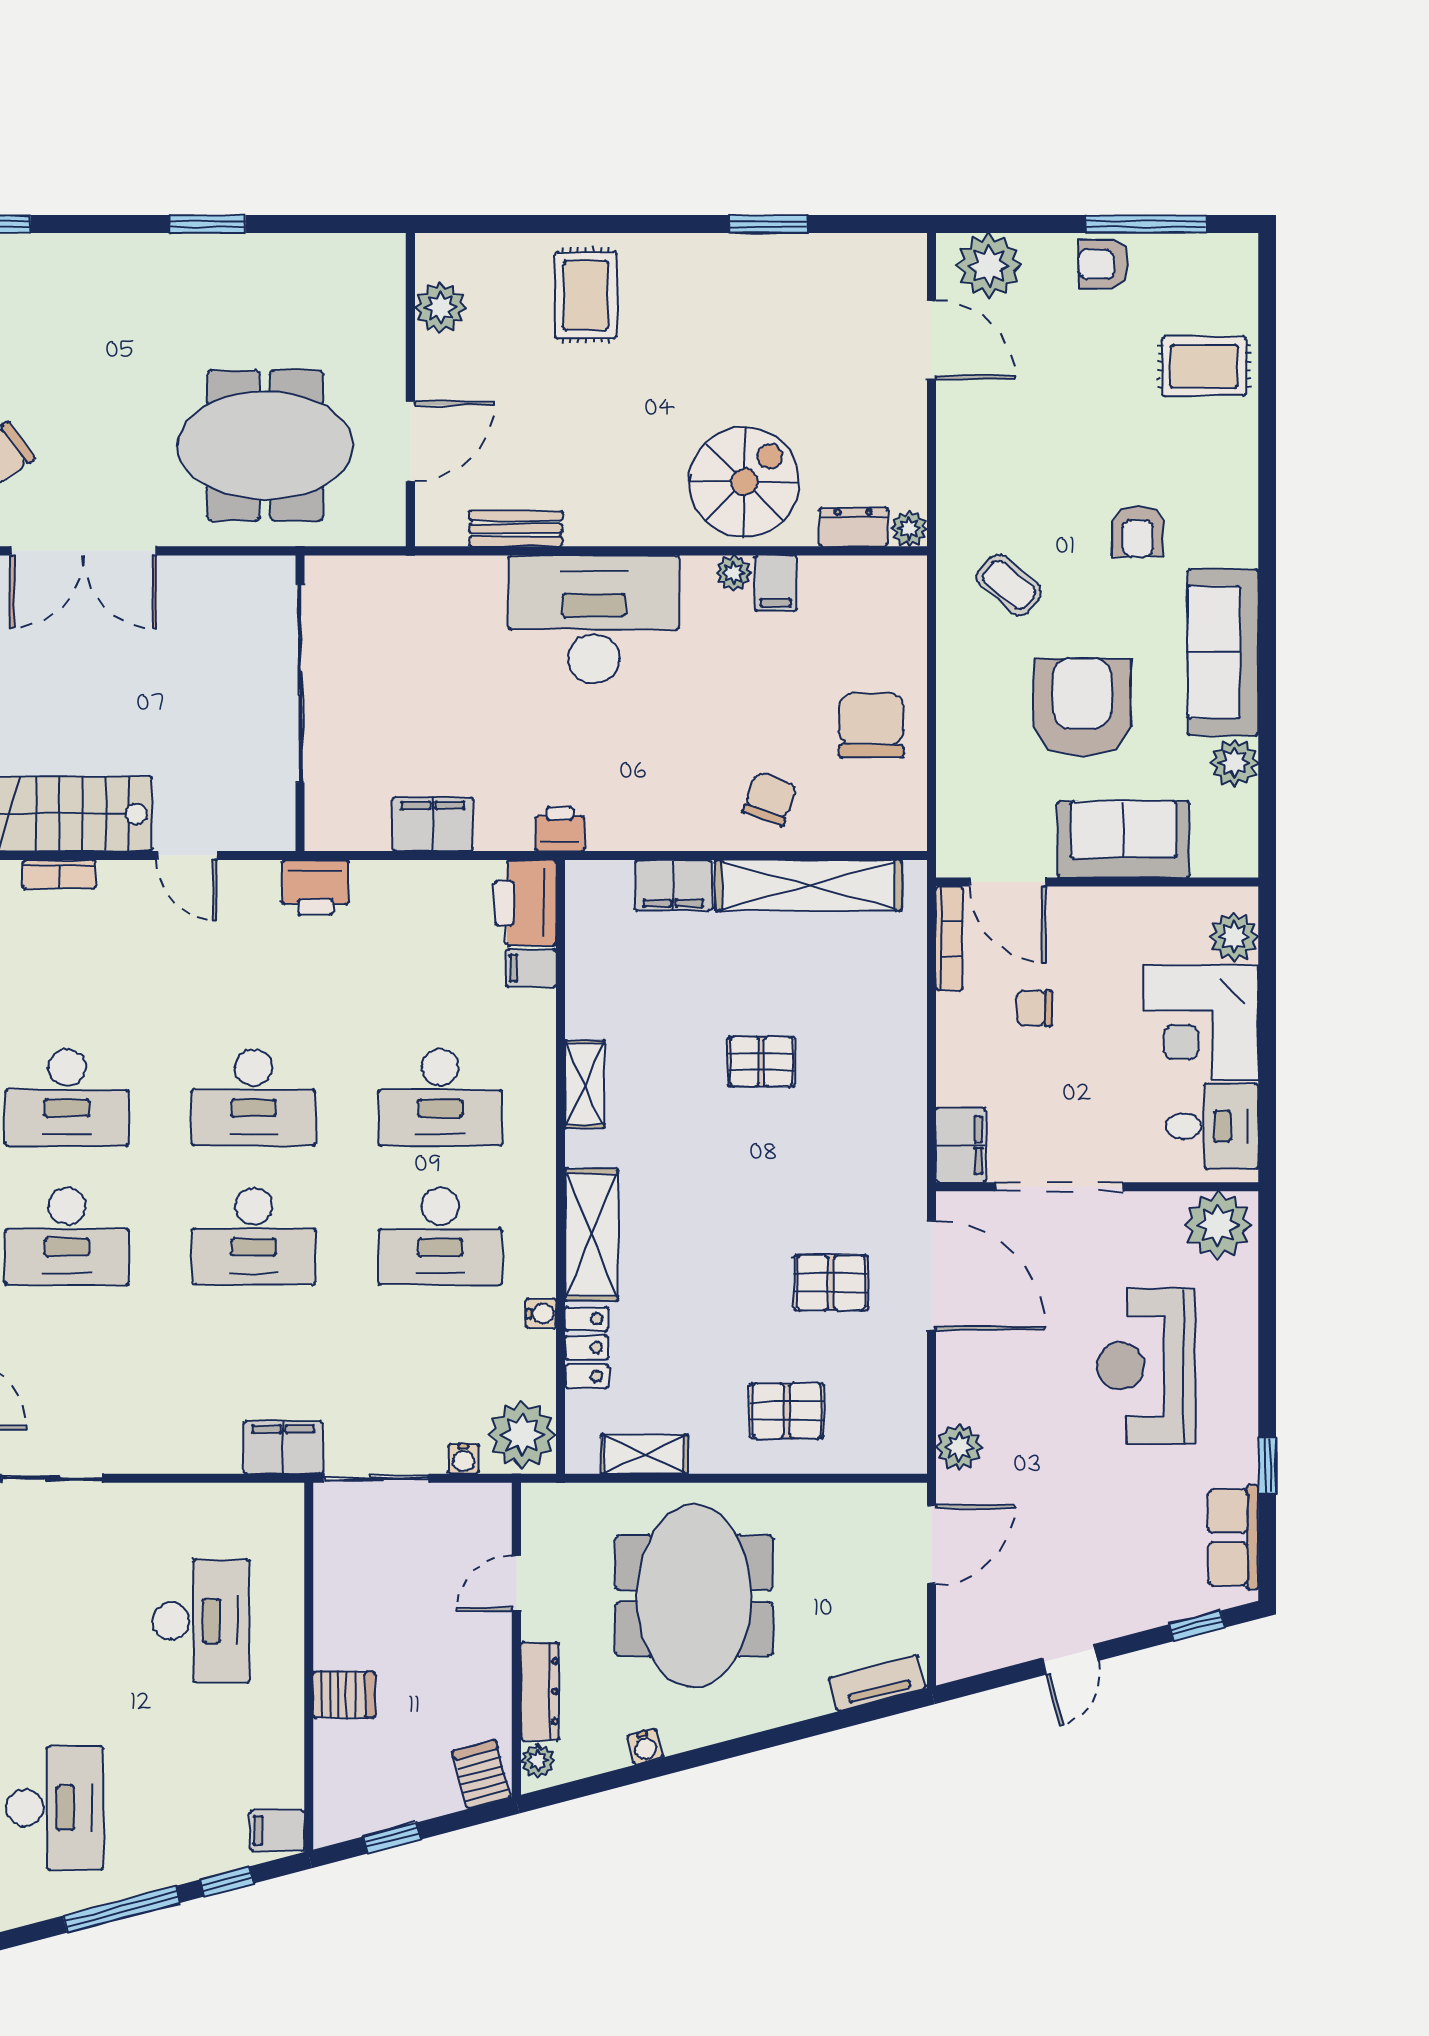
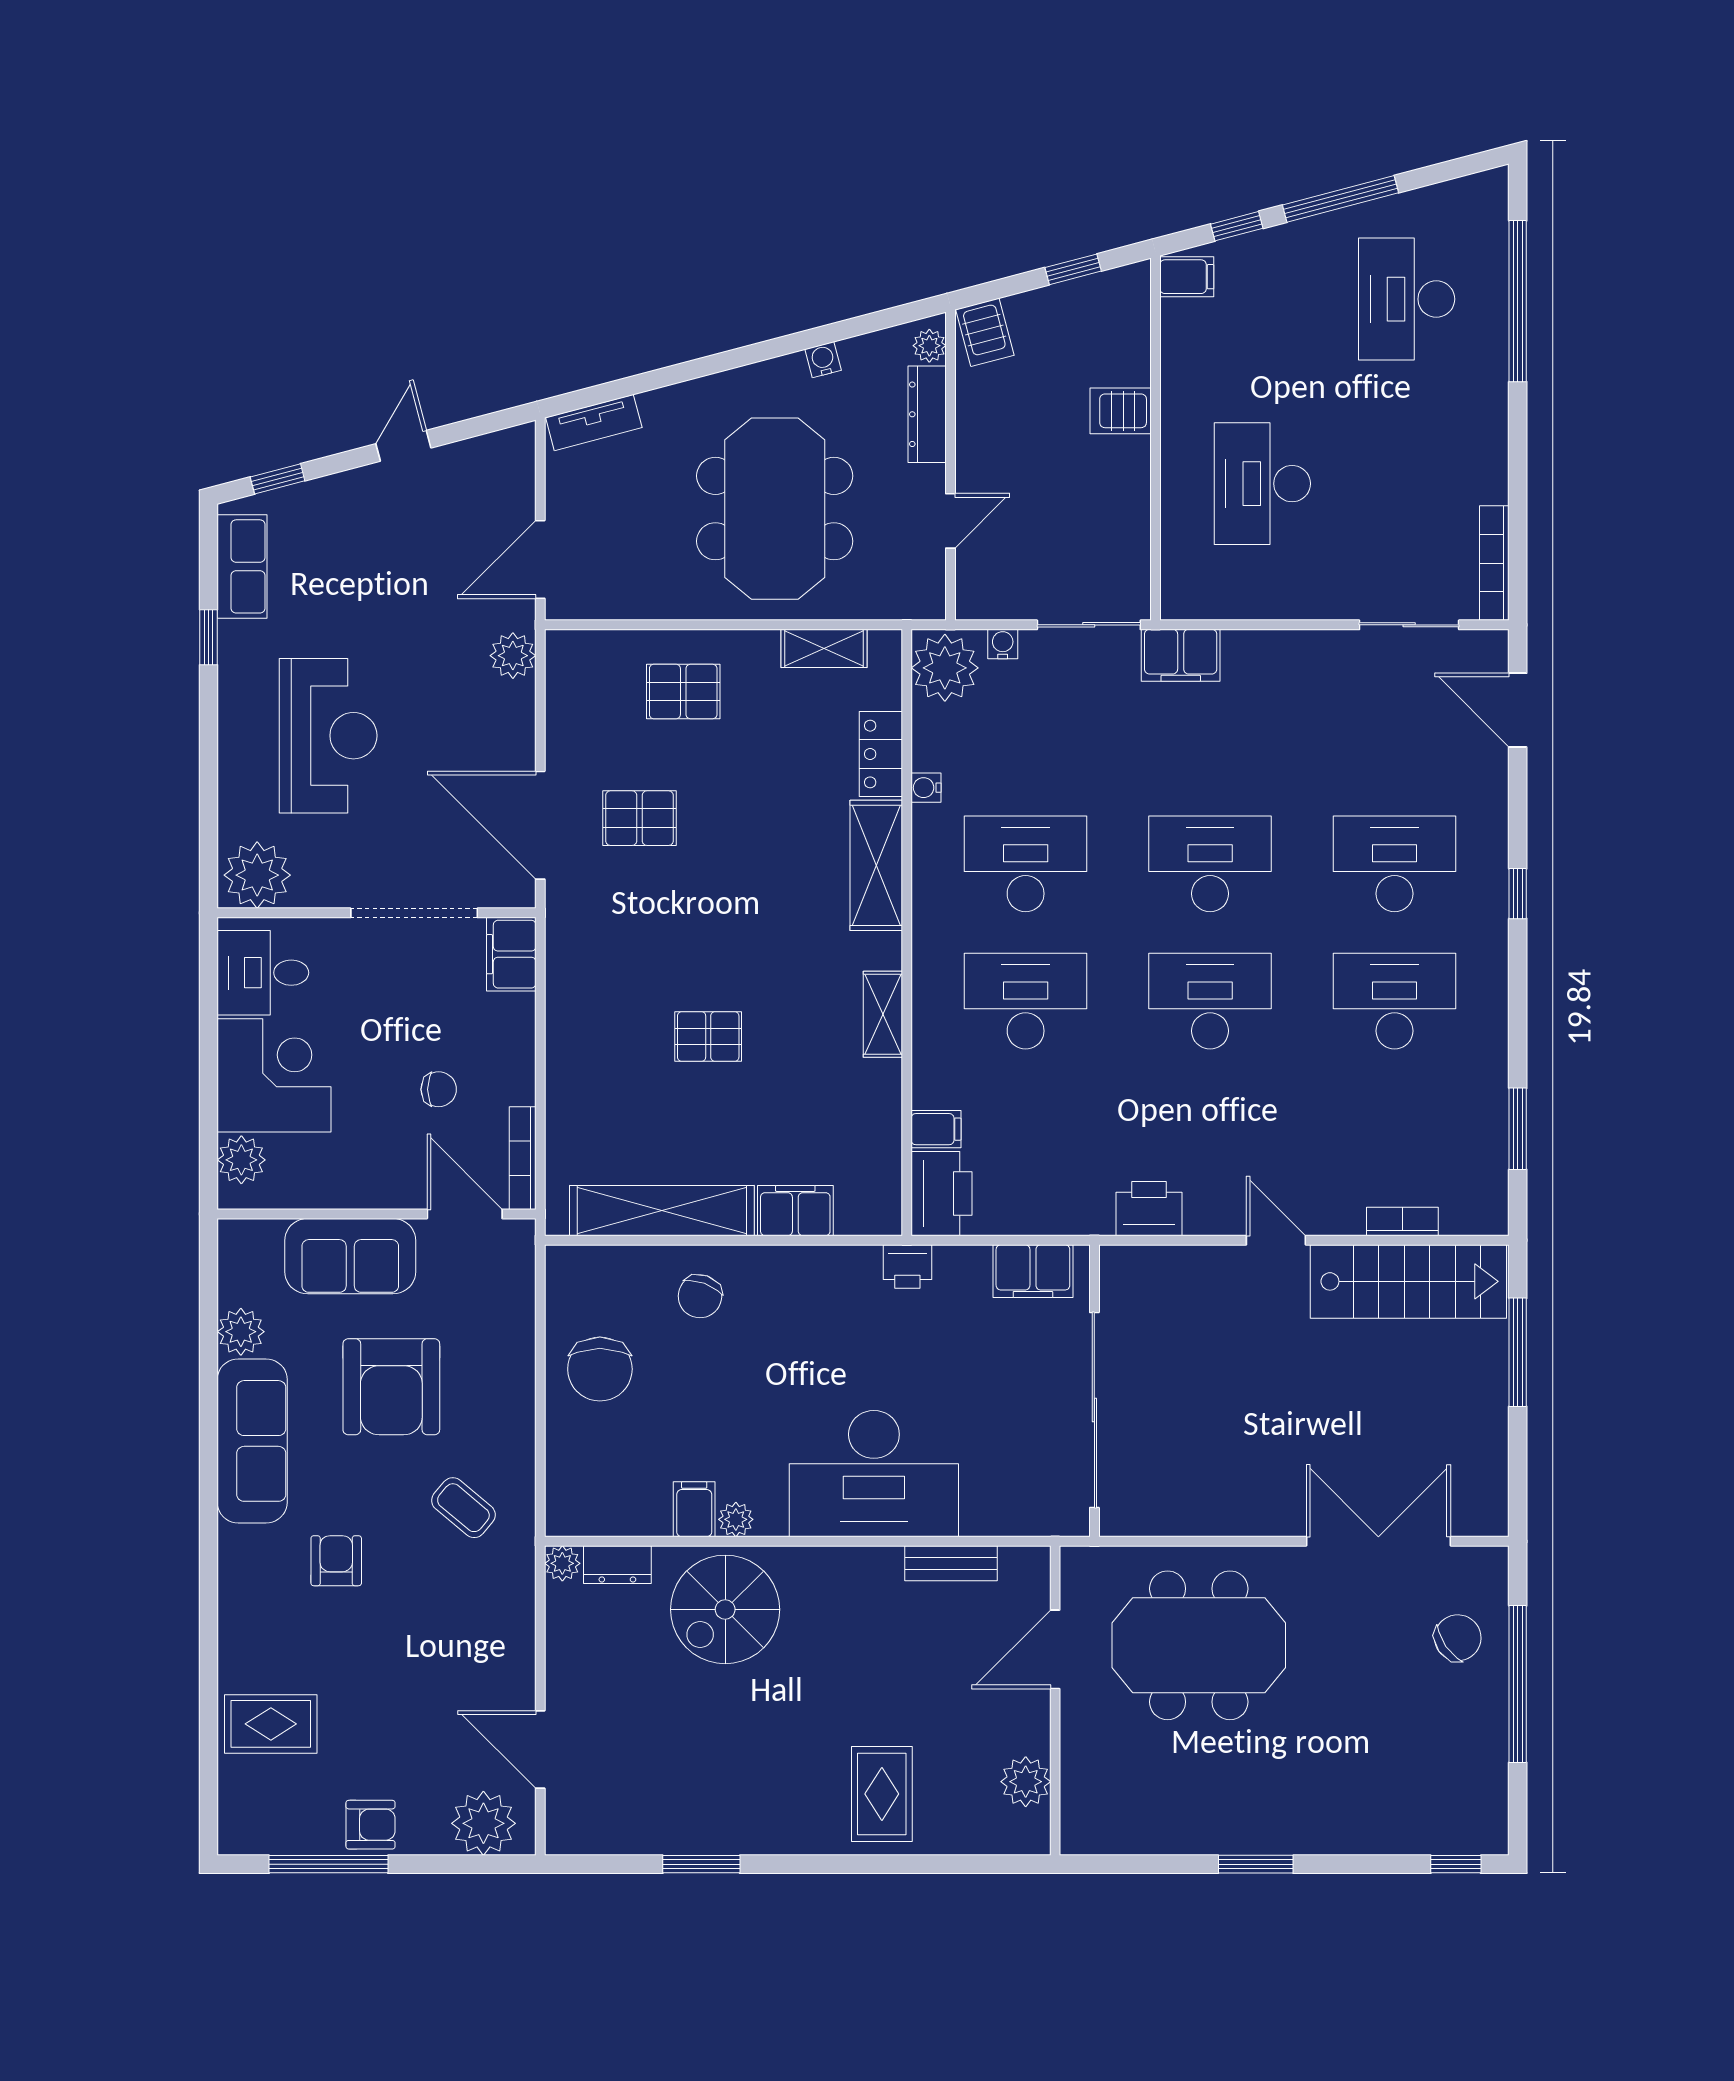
sliding door: (300, 684) -> (1094, 1410), moved
wall: (300, 703) -> (1094, 1391), moved

